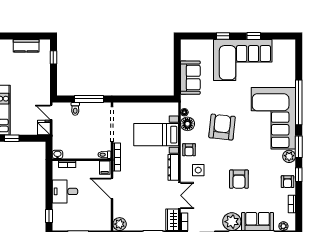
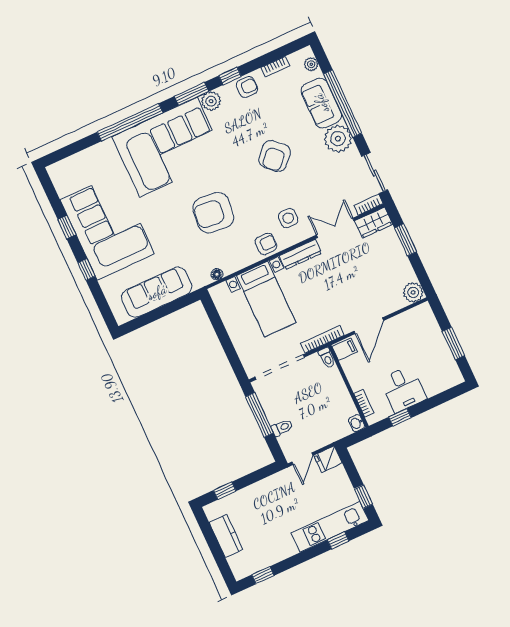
sofa: (190, 78) -> (157, 292), width x1.36
floor lamp: (187, 124) -> (231, 263), removed
armchair: (239, 179) -> (275, 156), turned 133
window: (49, 216) -> (400, 417), moved

